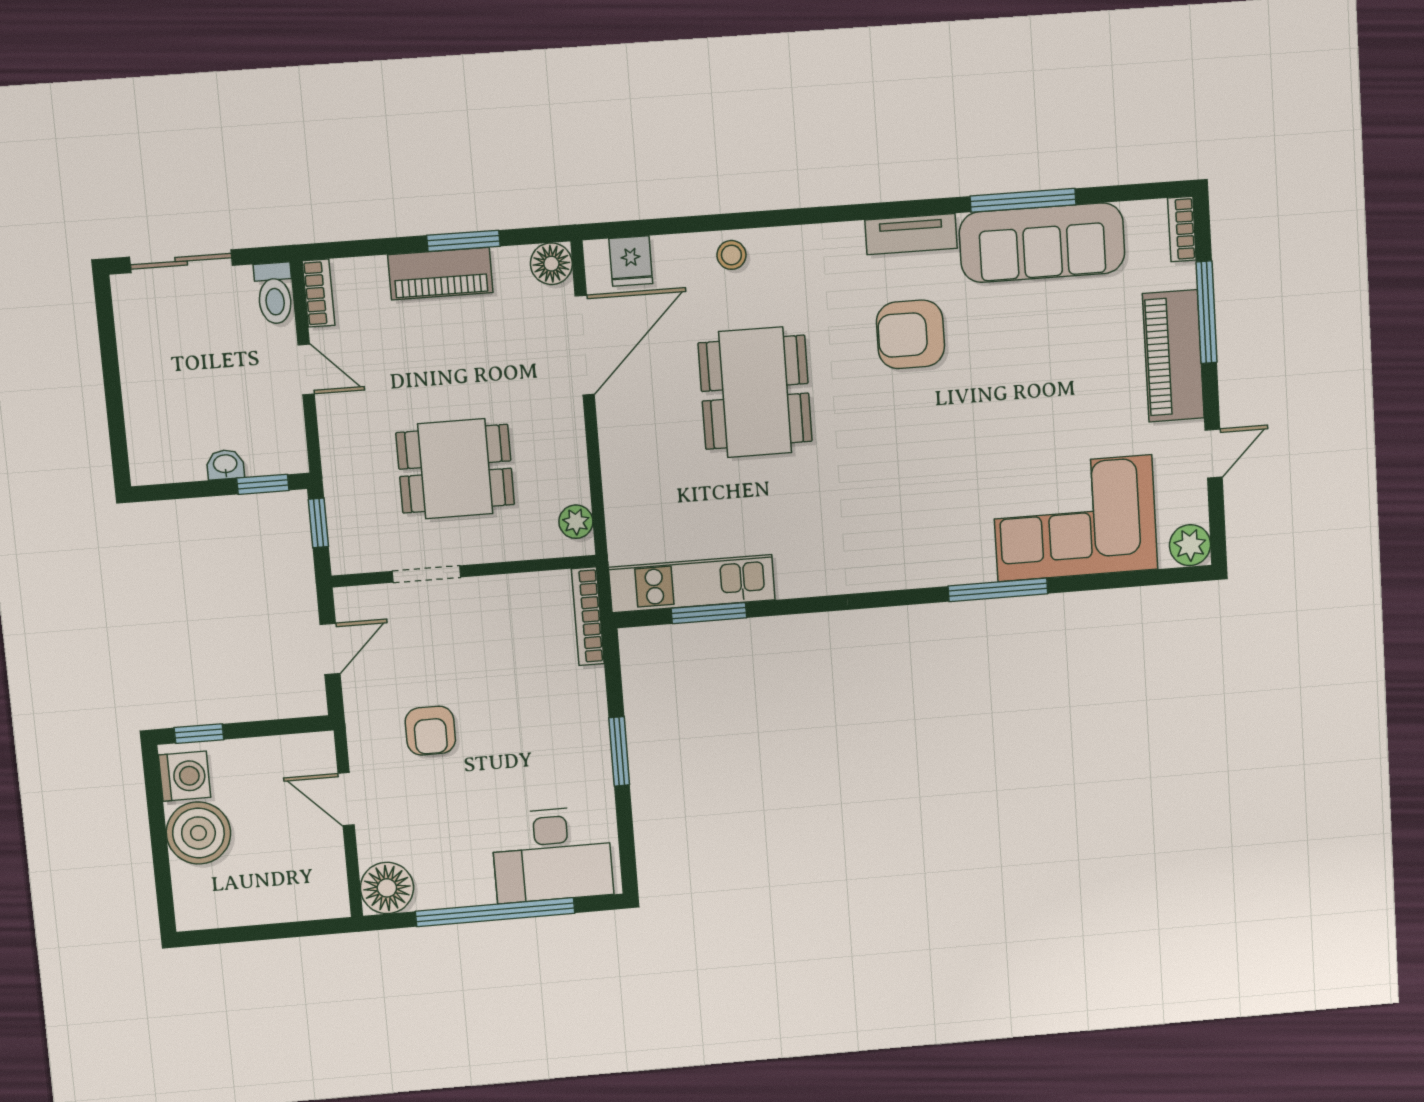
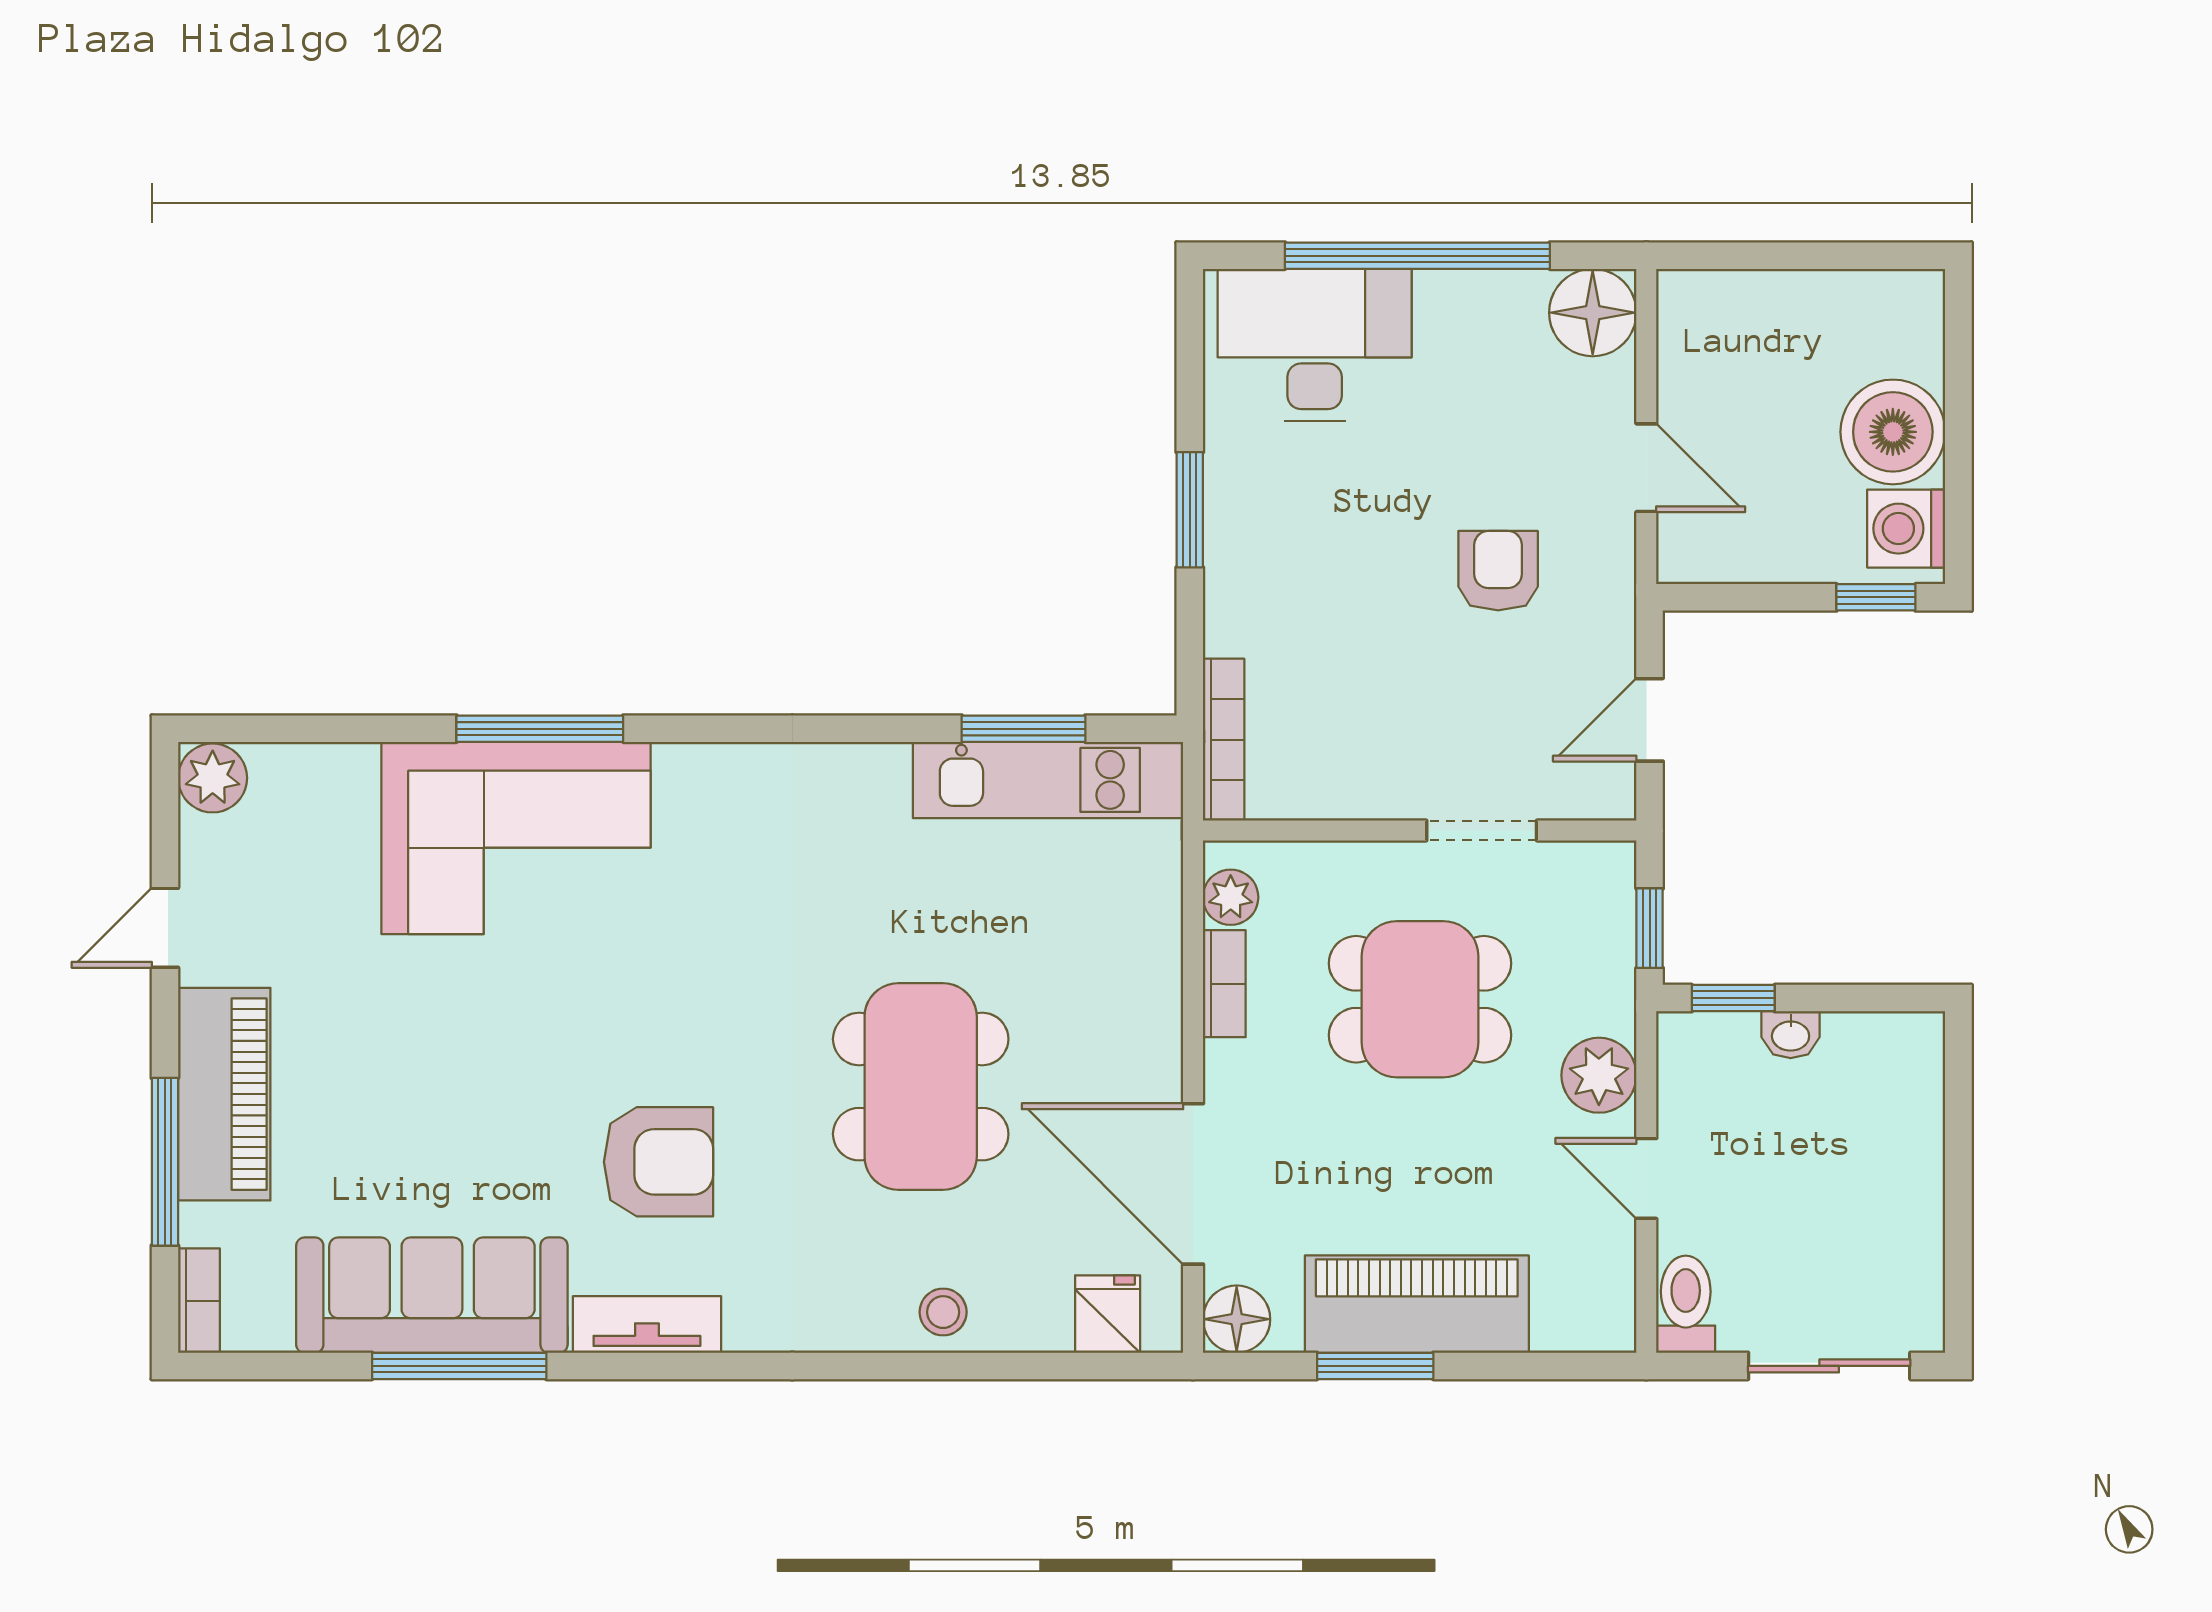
piano: (440, 274) -> (1417, 1304), width x1.37, depth x1.33
bookcase: (319, 293) -> (1224, 984), moved, turned 180
door: (585, 345) -> (1193, 1184), hinge flipped
plant: (341, 431) -> (1599, 1075), added
corner sofa: (1075, 518) -> (516, 838), moved

